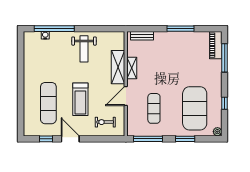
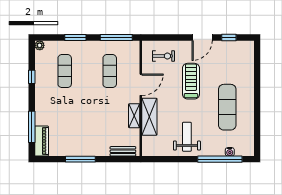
exercise mat: (48, 103) -> (227, 107), moved
exercise mat: (195, 108) -> (65, 71), width x0.50, depth x0.69
door: (70, 139) -> (202, 38), hinge flipped

